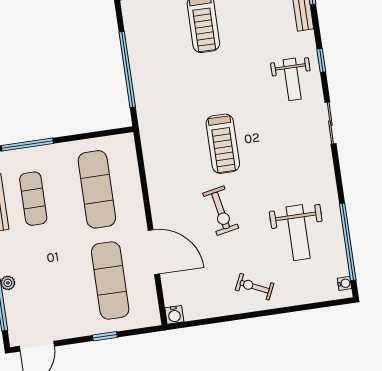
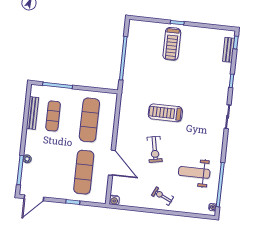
weight bench: (292, 79) -> (213, 87), removed
treadmill: (223, 144) -> (165, 113), turned 90
weight bench: (298, 233) -> (194, 172), turned 90

